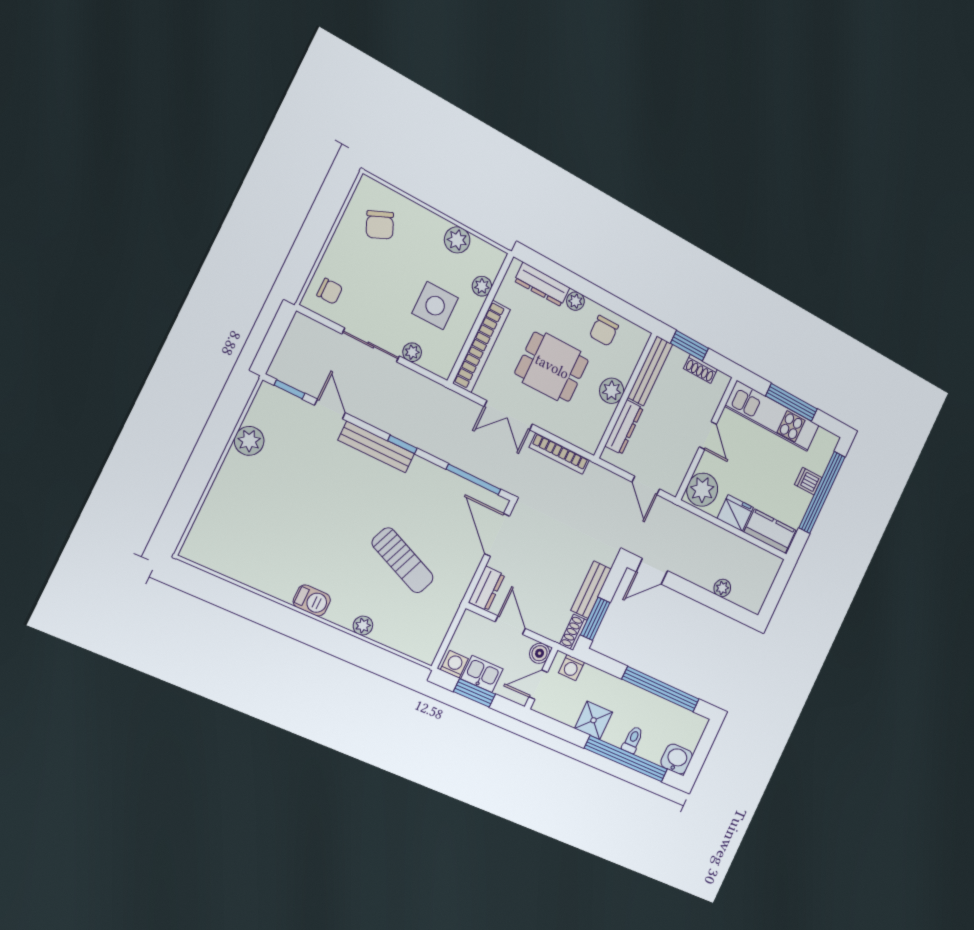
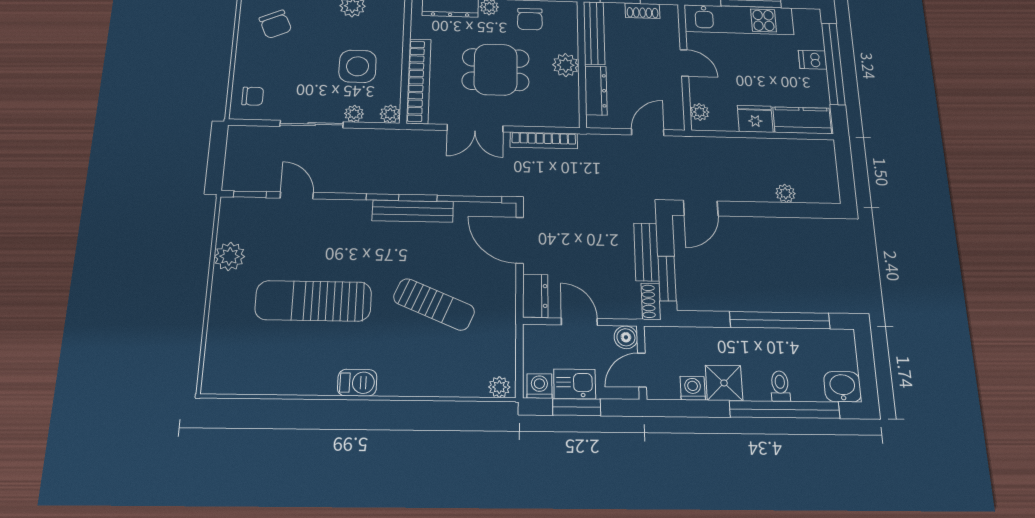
plant: (482, 286) -> (390, 114), moved
bench: (376, 447) -> (413, 211), moved
door: (646, 485) -> (648, 132), swing flipped
plant: (702, 490) -> (700, 112), width x0.53, depth x0.53
sun lounger: (305, 514) -> (313, 301), added
plant: (363, 626) -> (499, 387), moved
washing machine: (571, 667) -> (693, 388), moved, turned 180

